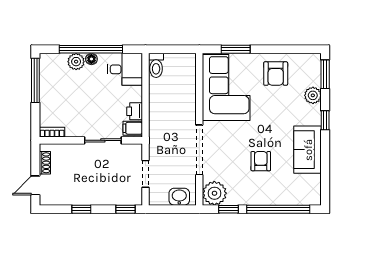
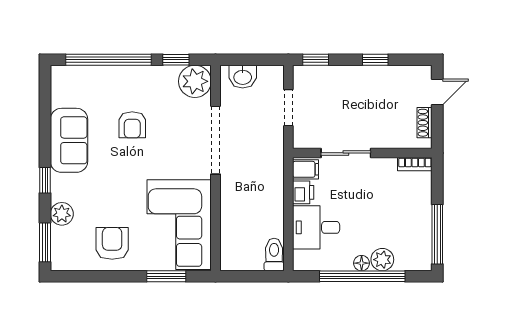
desk: (125, 69) -> (316, 227), moved

